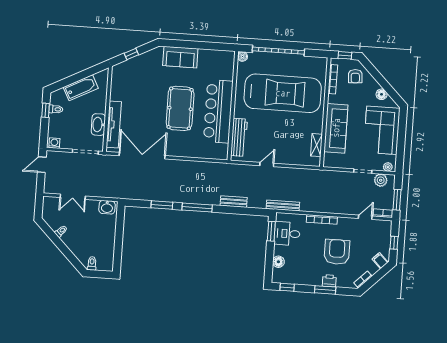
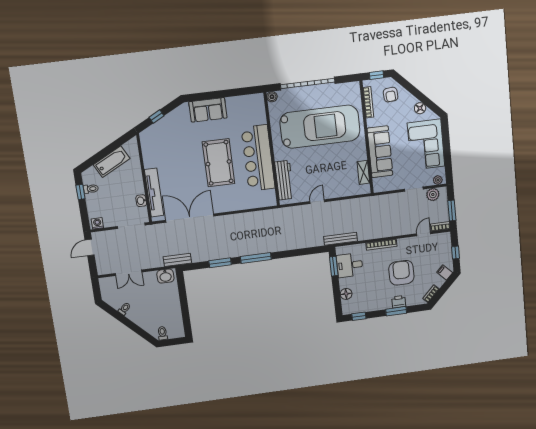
washbasin: (98, 125) -> (141, 201), width x0.52, depth x0.69
bench: (234, 202) -> (177, 260), moved

